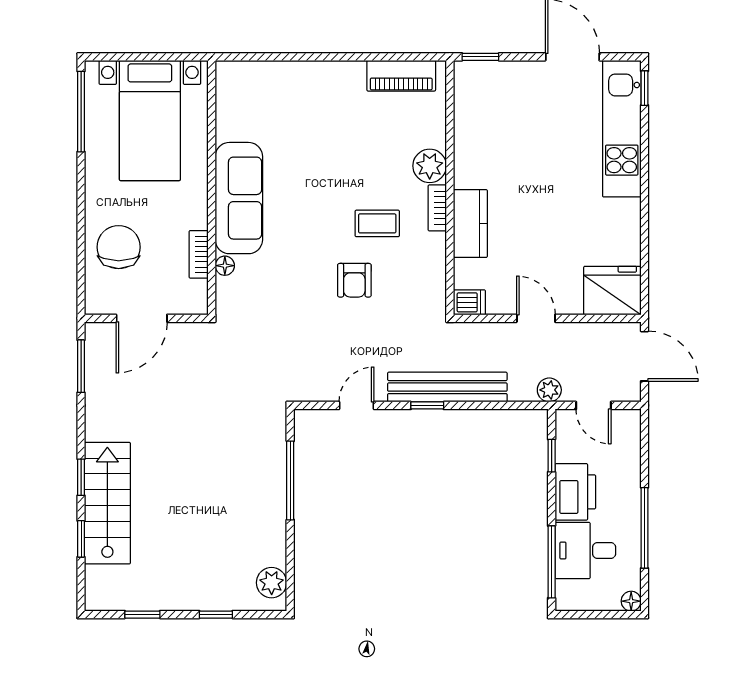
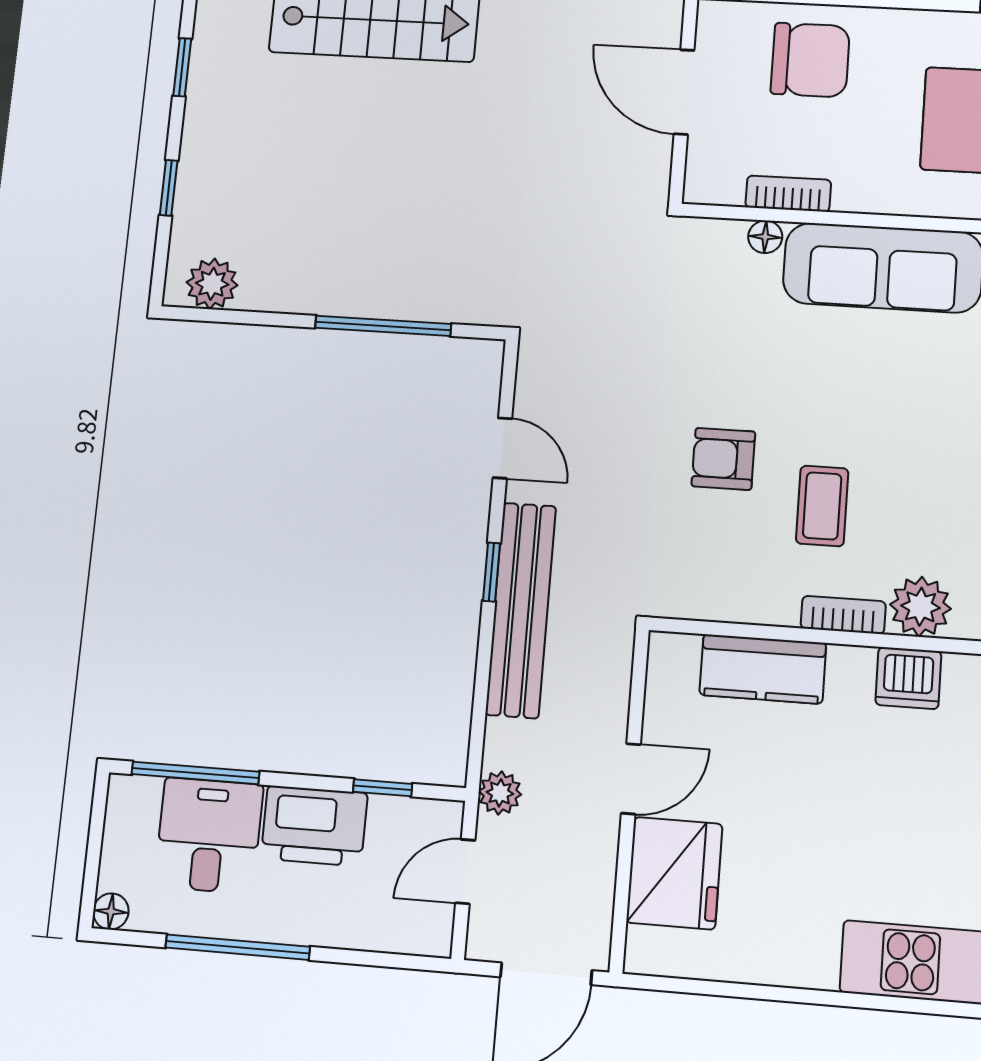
kitchen counter: (470, 224) -> (763, 669), moved
fridge: (612, 291) -> (674, 873), moved
dishwasher: (469, 302) -> (908, 678), moved, width x1.38

